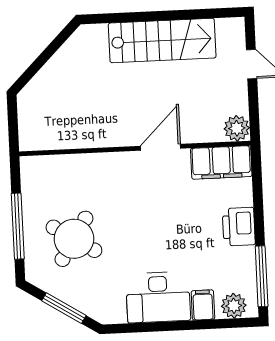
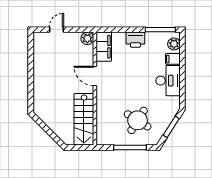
stairs: (162, 41) -> (84, 119), moved, turned 180

